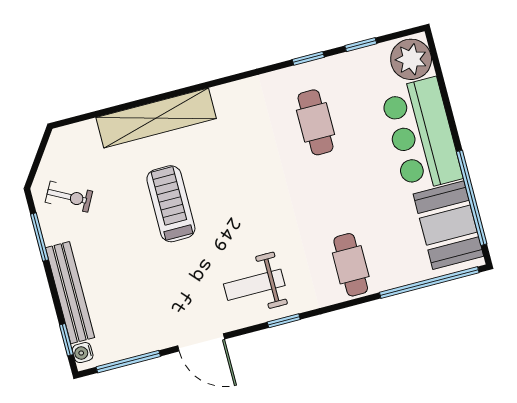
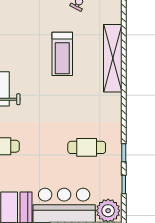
treadmill: (171, 204) -> (62, 54), turned 90

